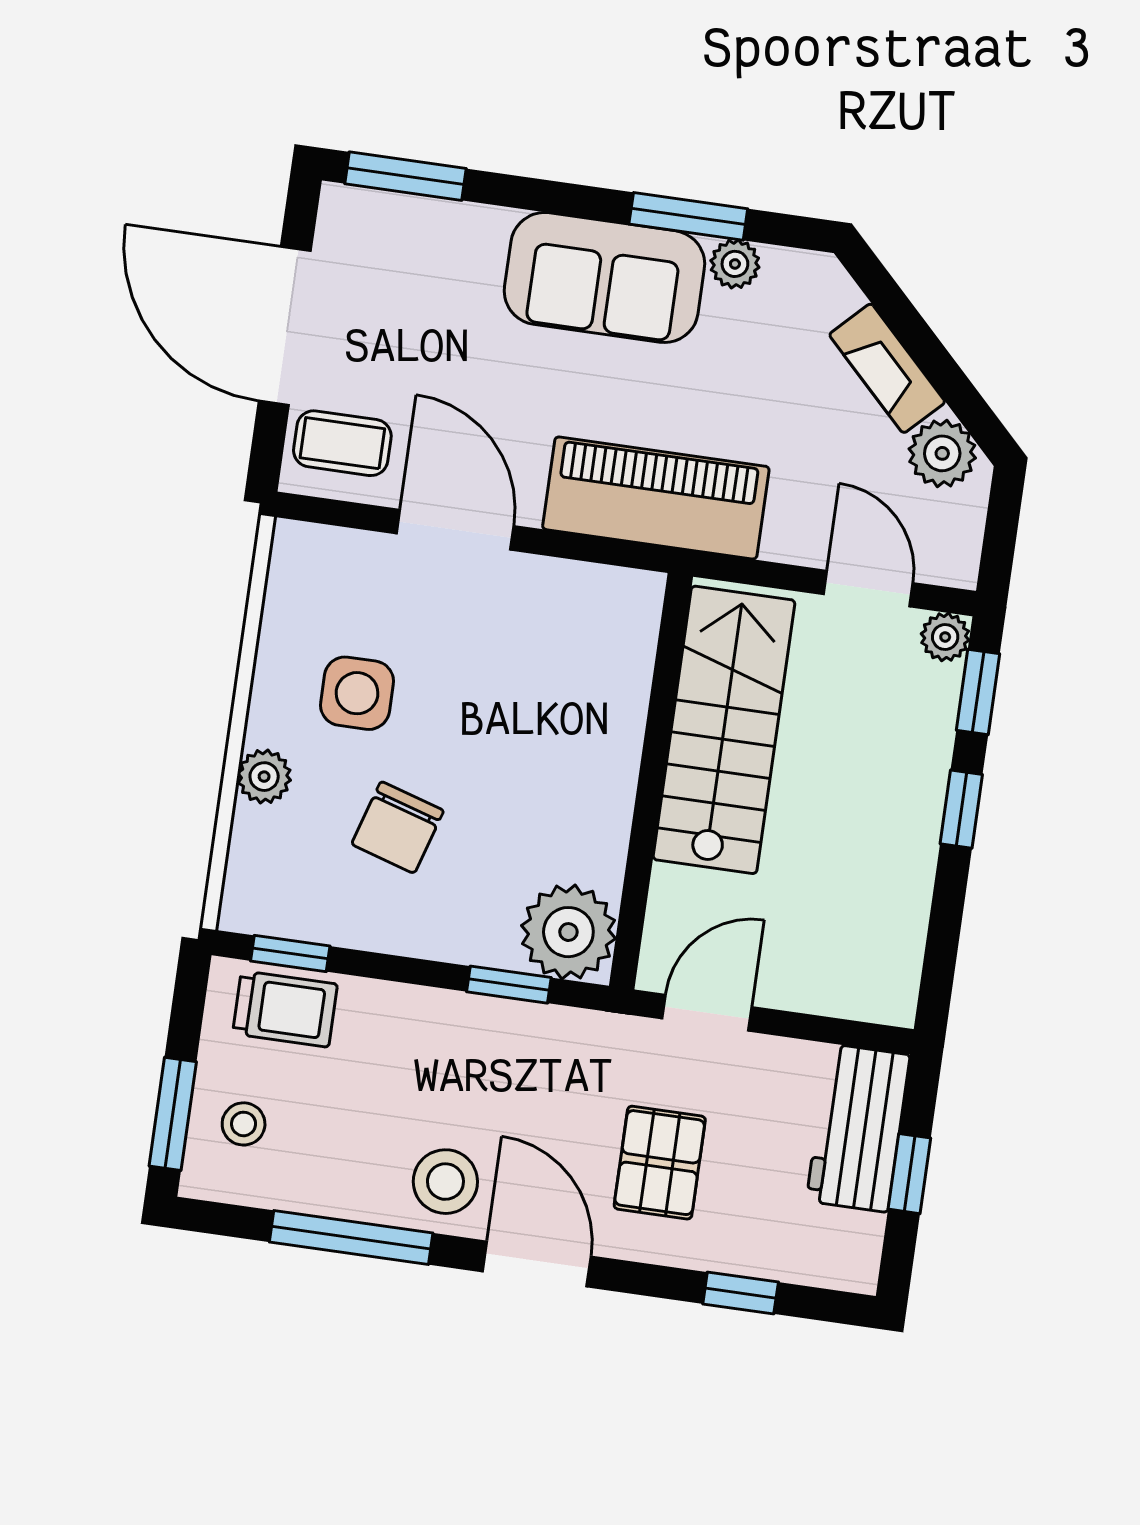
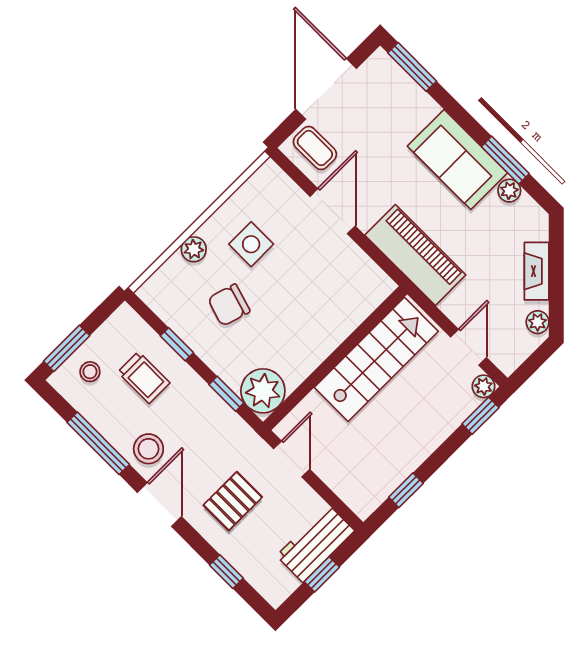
plant: (942, 453) -> (538, 322), width x0.73, depth x0.73
window: (961, 809) -> (406, 490), moved
window: (290, 953) -> (177, 344), moved
trolley: (285, 1009) -> (144, 378), moved
door: (707, 1013) -> (292, 459), hinge flipped

